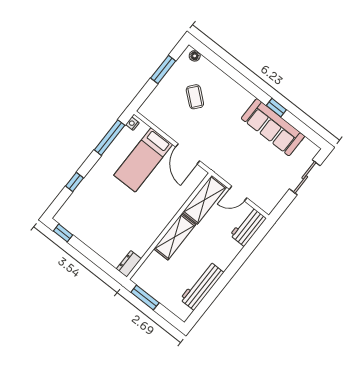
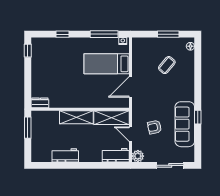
armchair: (251, 162) -> (154, 127), added
plant: (268, 204) -> (138, 156), added
workbench: (202, 286) -> (65, 155), width x0.73

